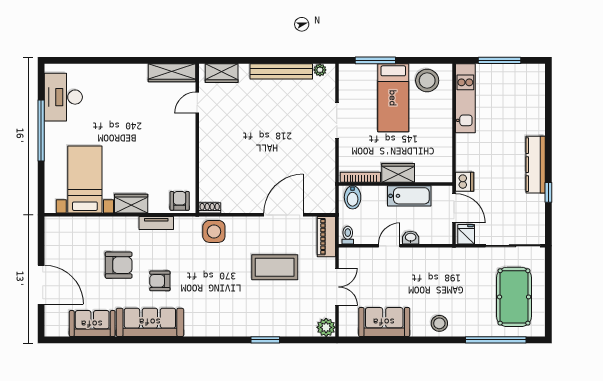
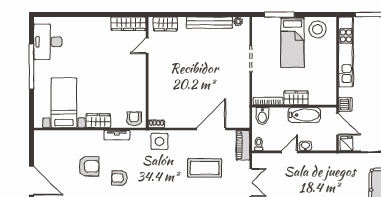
kitchen unit: (465, 98) -> (346, 52), width x1.36

